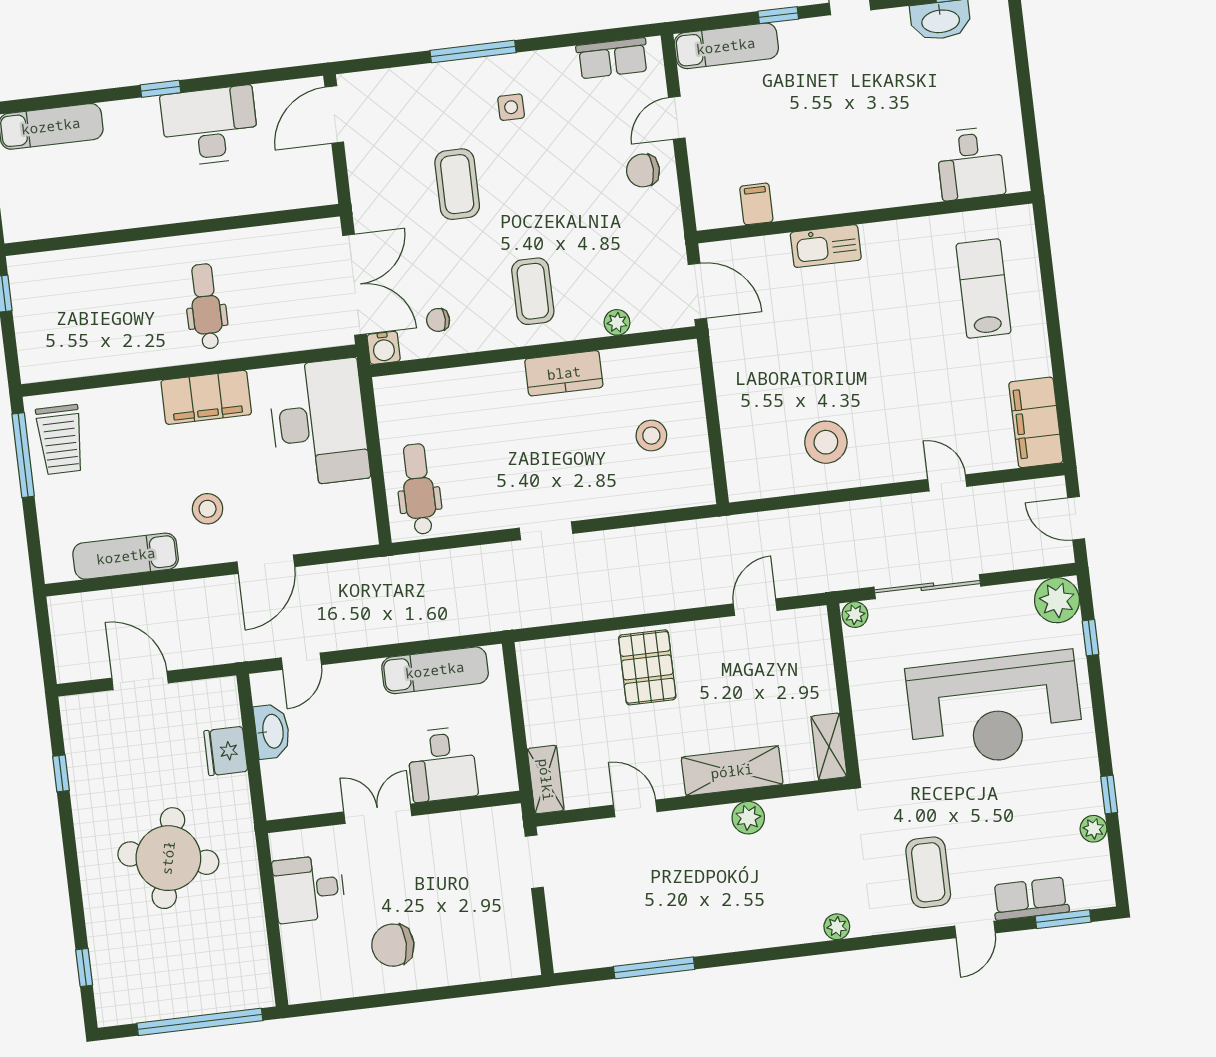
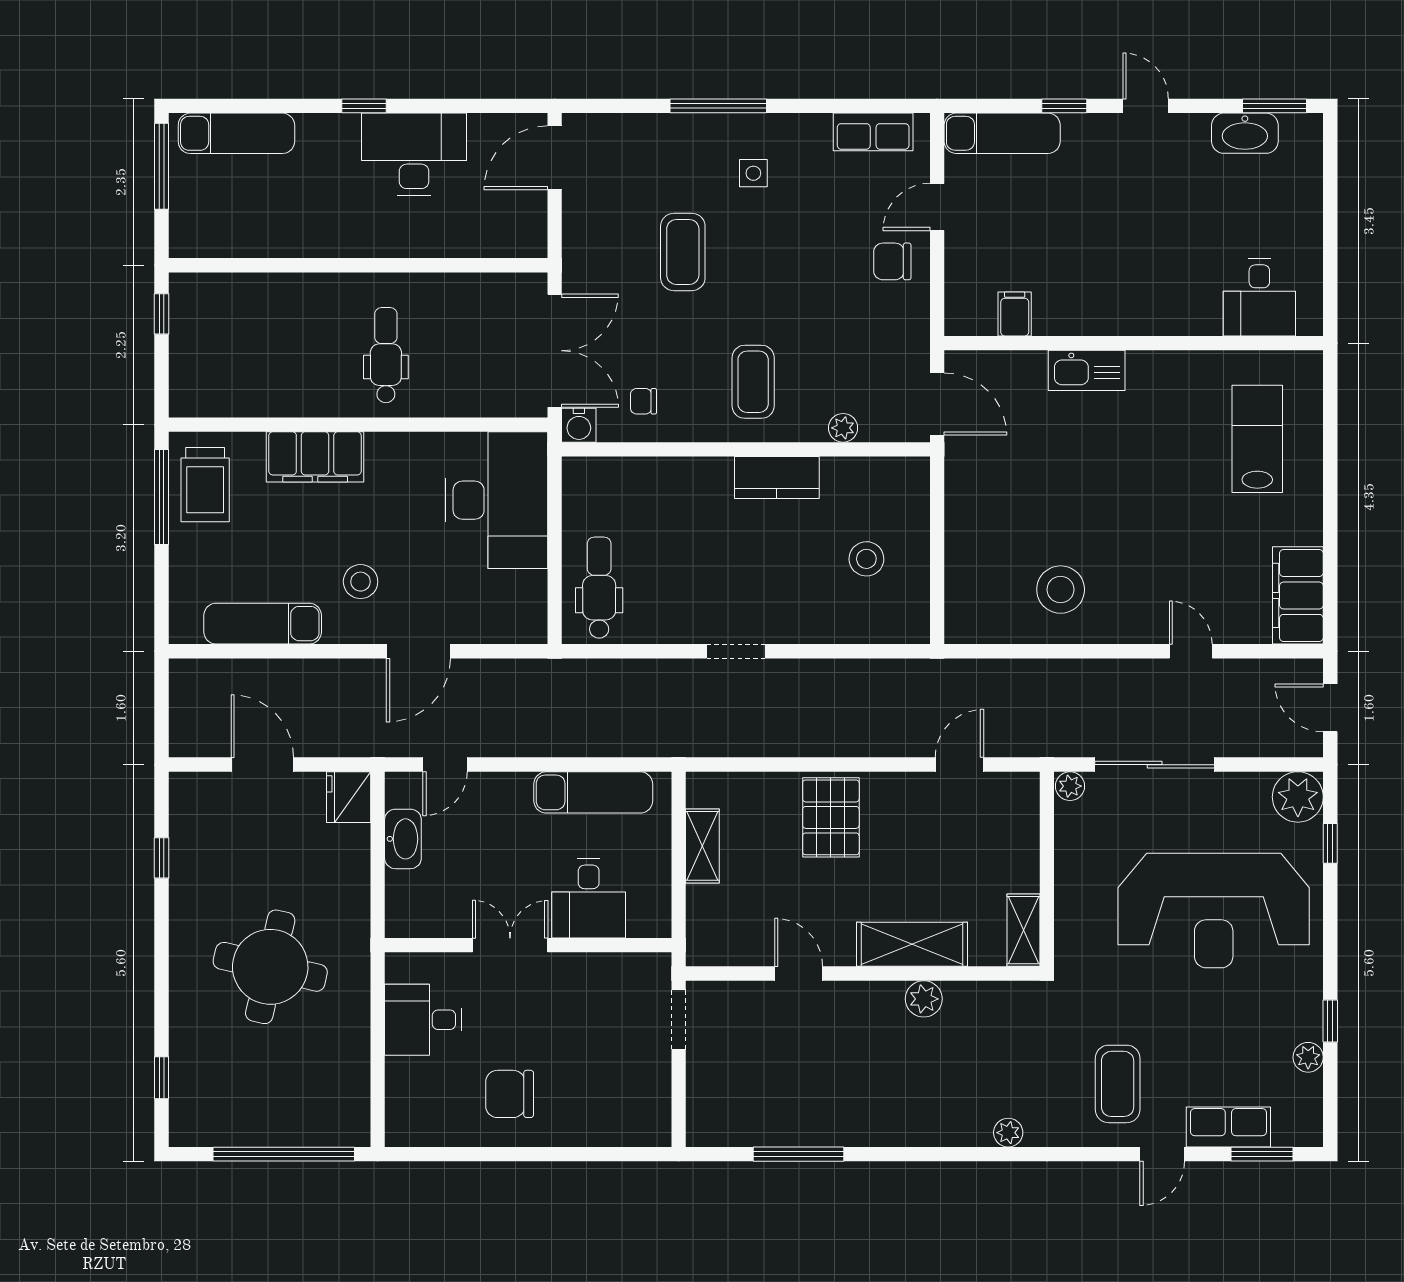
filing cabinet: (206, 397) -> (315, 457), moved
fridge: (226, 751) -> (349, 797), moved
shelving: (546, 780) -> (702, 846), moved

